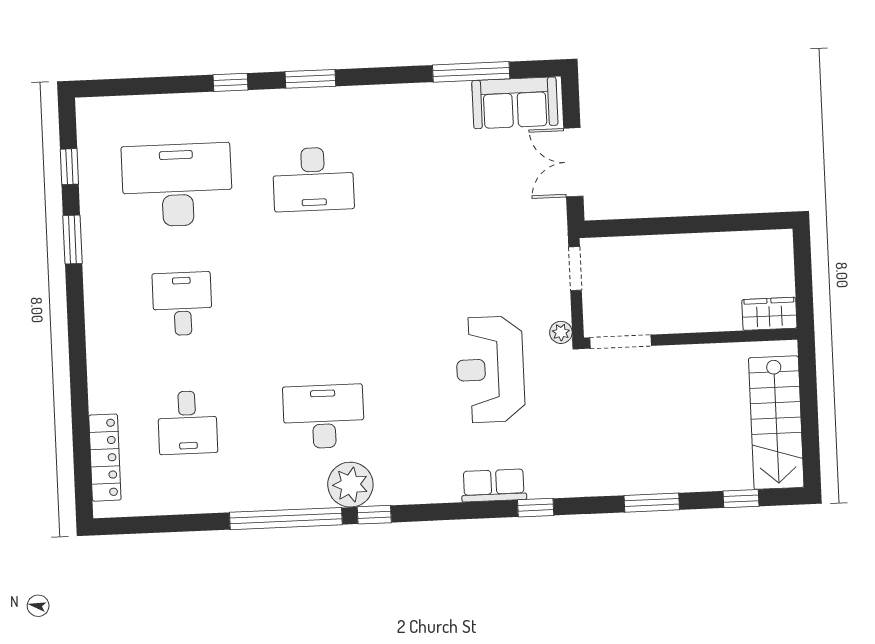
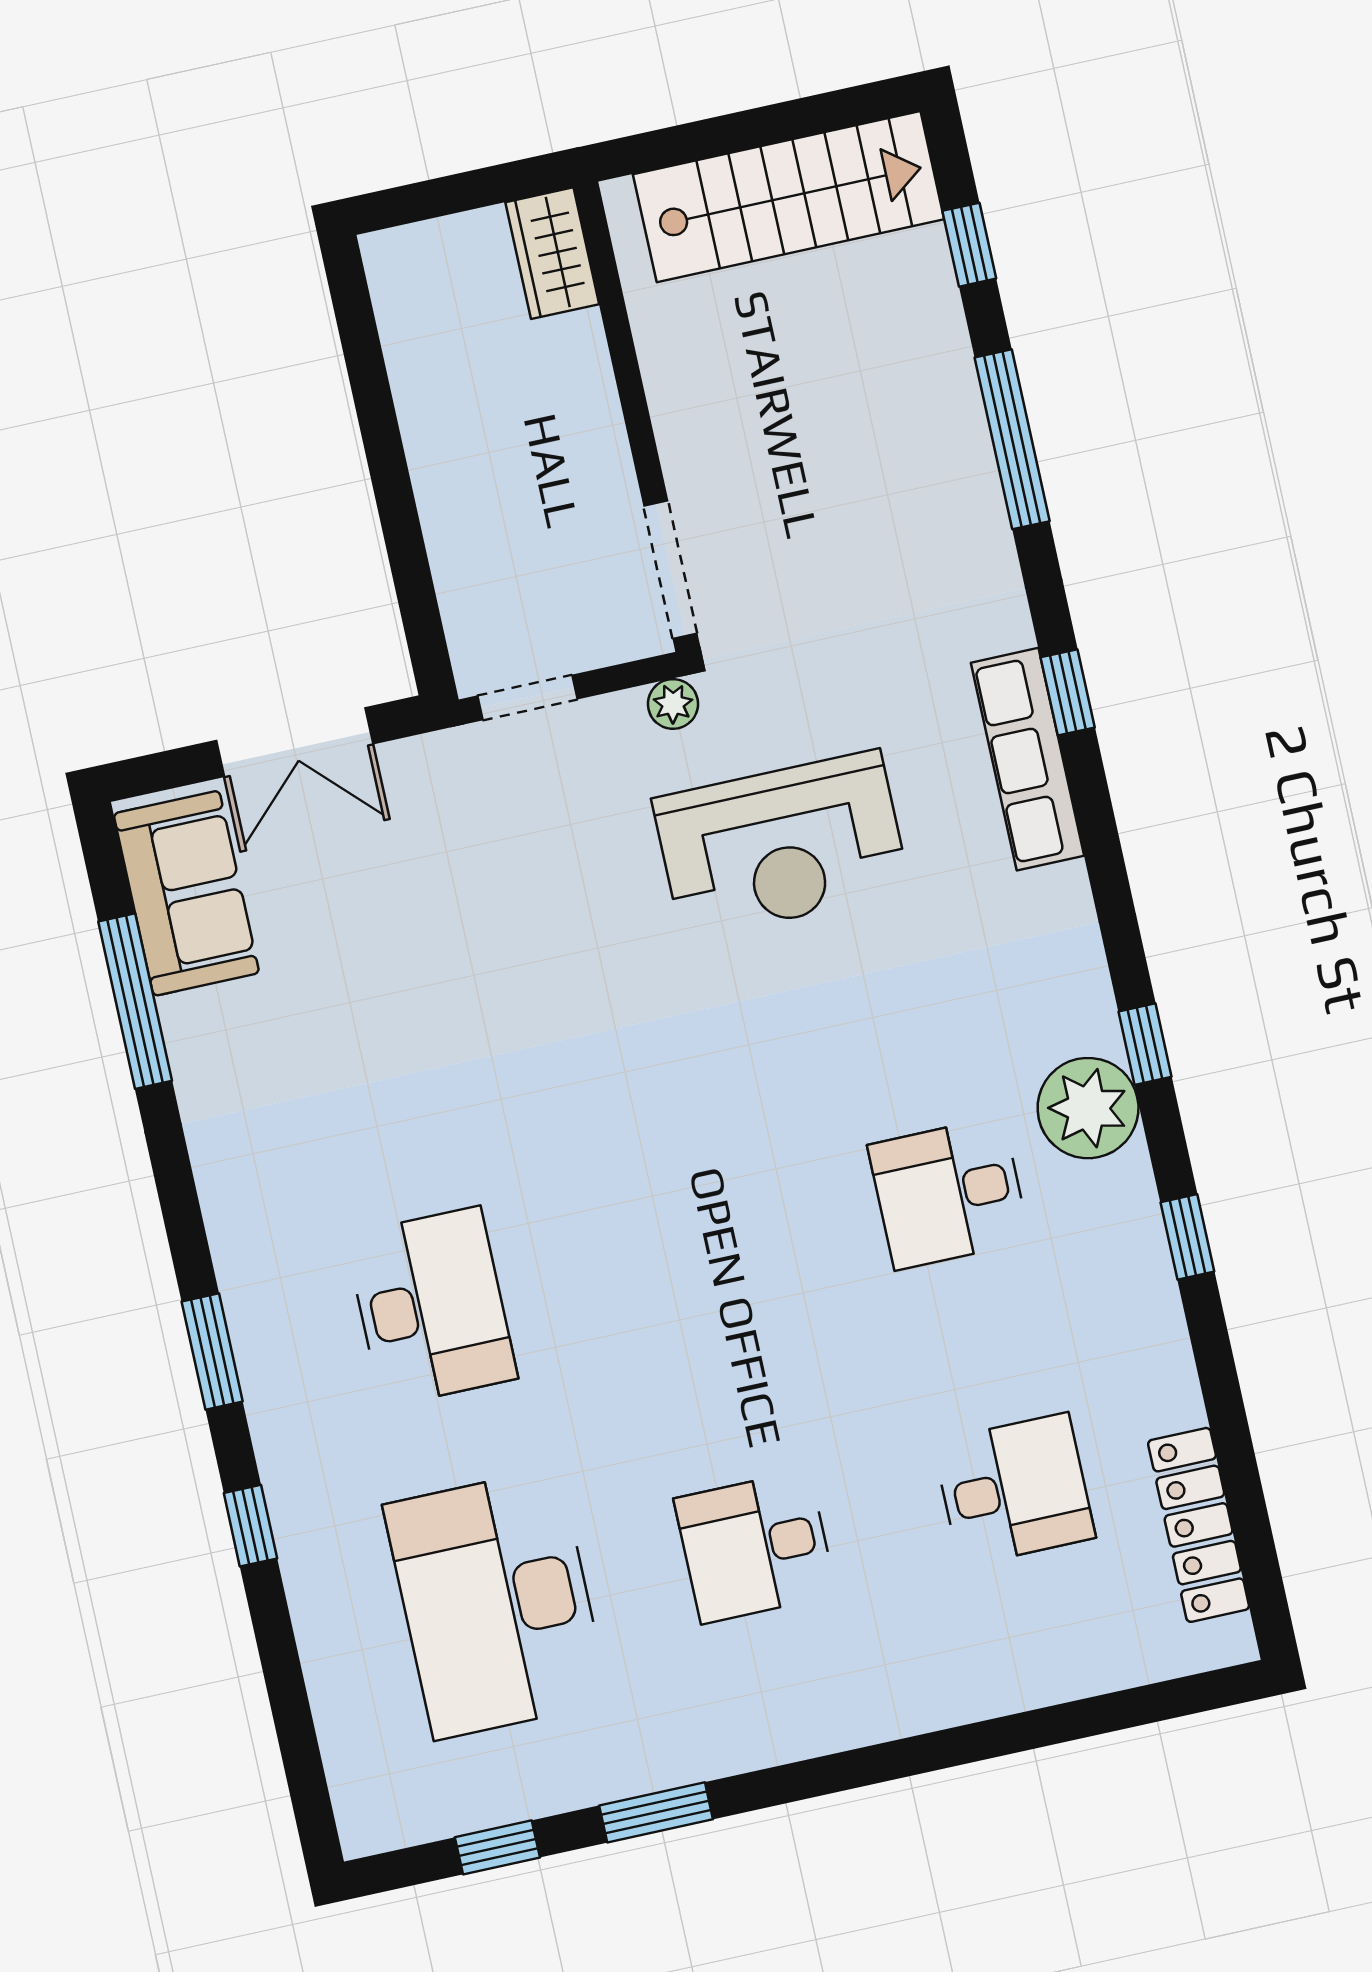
desk: (324, 417) -> (949, 1193), width x0.73
locker: (105, 458) -> (1199, 1525), moved, turned -90
row of seats: (494, 485) -> (1028, 759), width x1.48
window: (652, 503) -> (1012, 439), width x1.44
window: (286, 519) -> (1187, 1237), width x0.32

